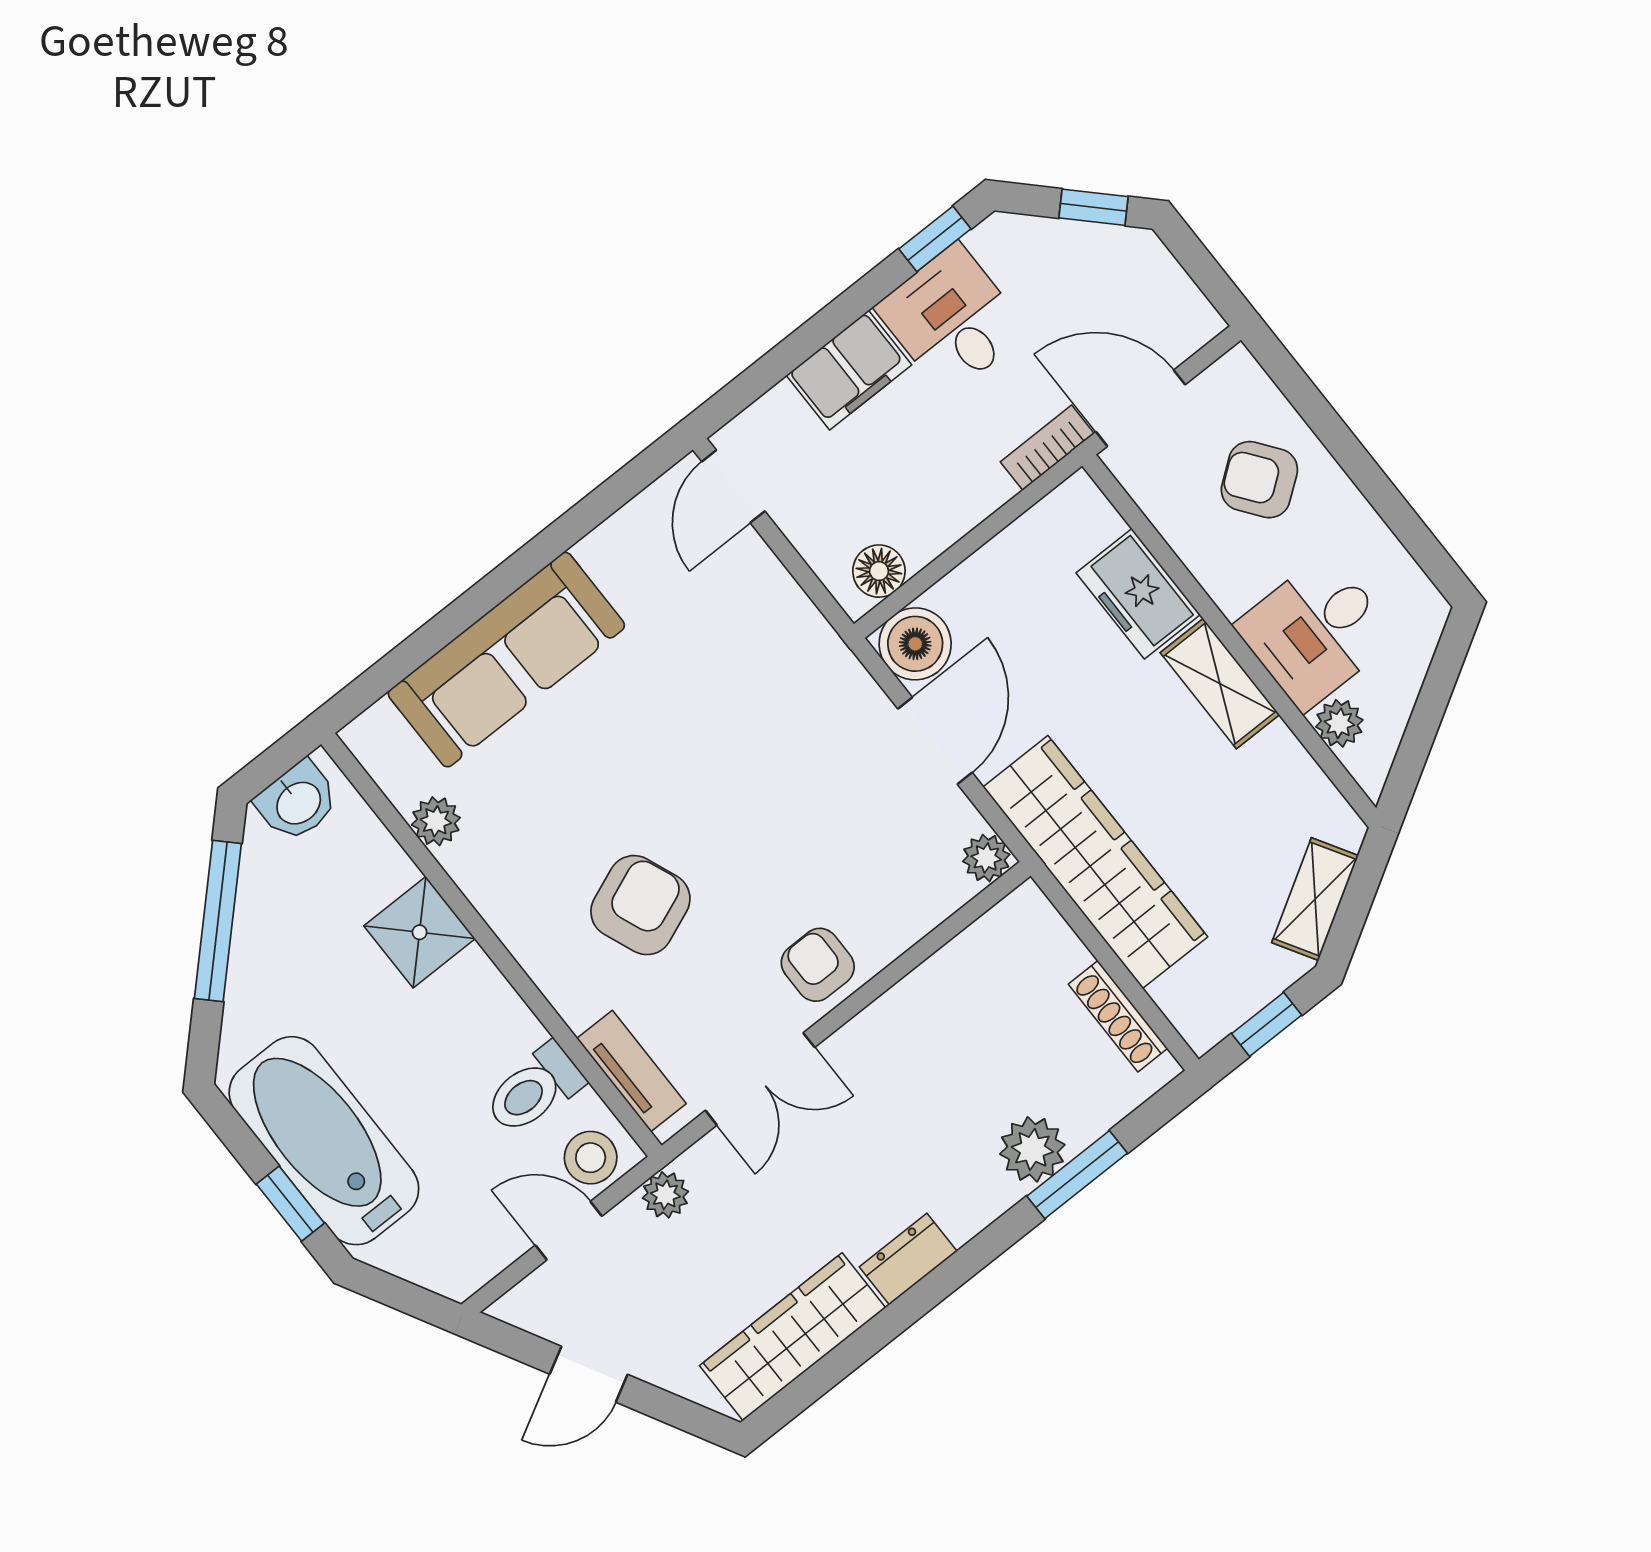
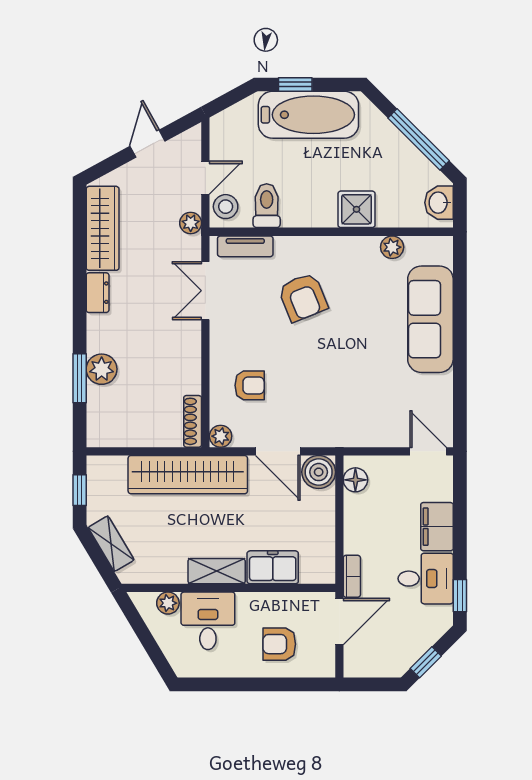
armchair: (1259, 480) -> (279, 644), turned -143
armchair: (818, 965) -> (250, 385), moved
shoe rack: (1118, 1016) -> (193, 421), moved, turned -90

